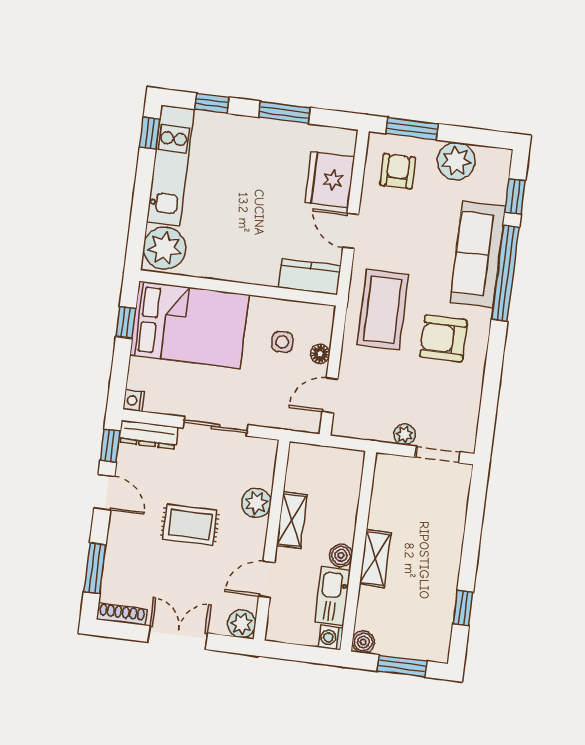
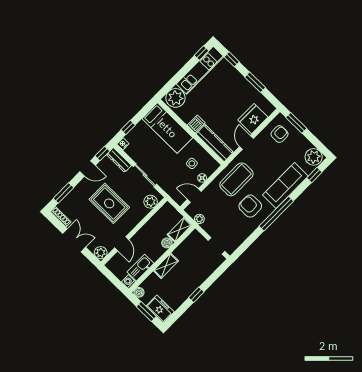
plant: (456, 161) -> (314, 157), moved
dishwasher: (237, 266) -> (196, 124), added
window: (505, 273) -> (276, 214), moved
kitchen counter: (310, 277) -> (215, 143), width x1.50
window: (126, 322) -> (128, 127), moved
bed: (189, 325) -> (167, 128), width x0.67
plant: (405, 434) -> (199, 219), moved
door: (104, 492) -> (88, 168), hinge flipped
plant: (256, 503) -> (151, 202), moved
shelving: (292, 520) -> (179, 230), moved
rug: (190, 525) -> (109, 203), width x1.36, depth x1.43
boiler: (341, 555) -> (167, 243), moved
door: (267, 579) -> (122, 244), swing flipped
window: (463, 608) -> (196, 295), moved
freezer: (423, 643) -> (160, 309), added

